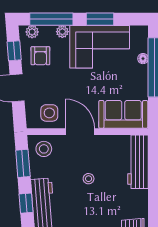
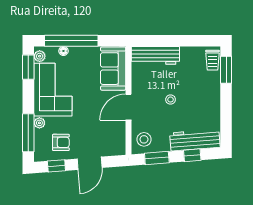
window: (100, 19) -> (28, 67), moved
plant: (32, 32) -> (40, 56), moved
side table: (49, 113) -> (112, 135), removed

